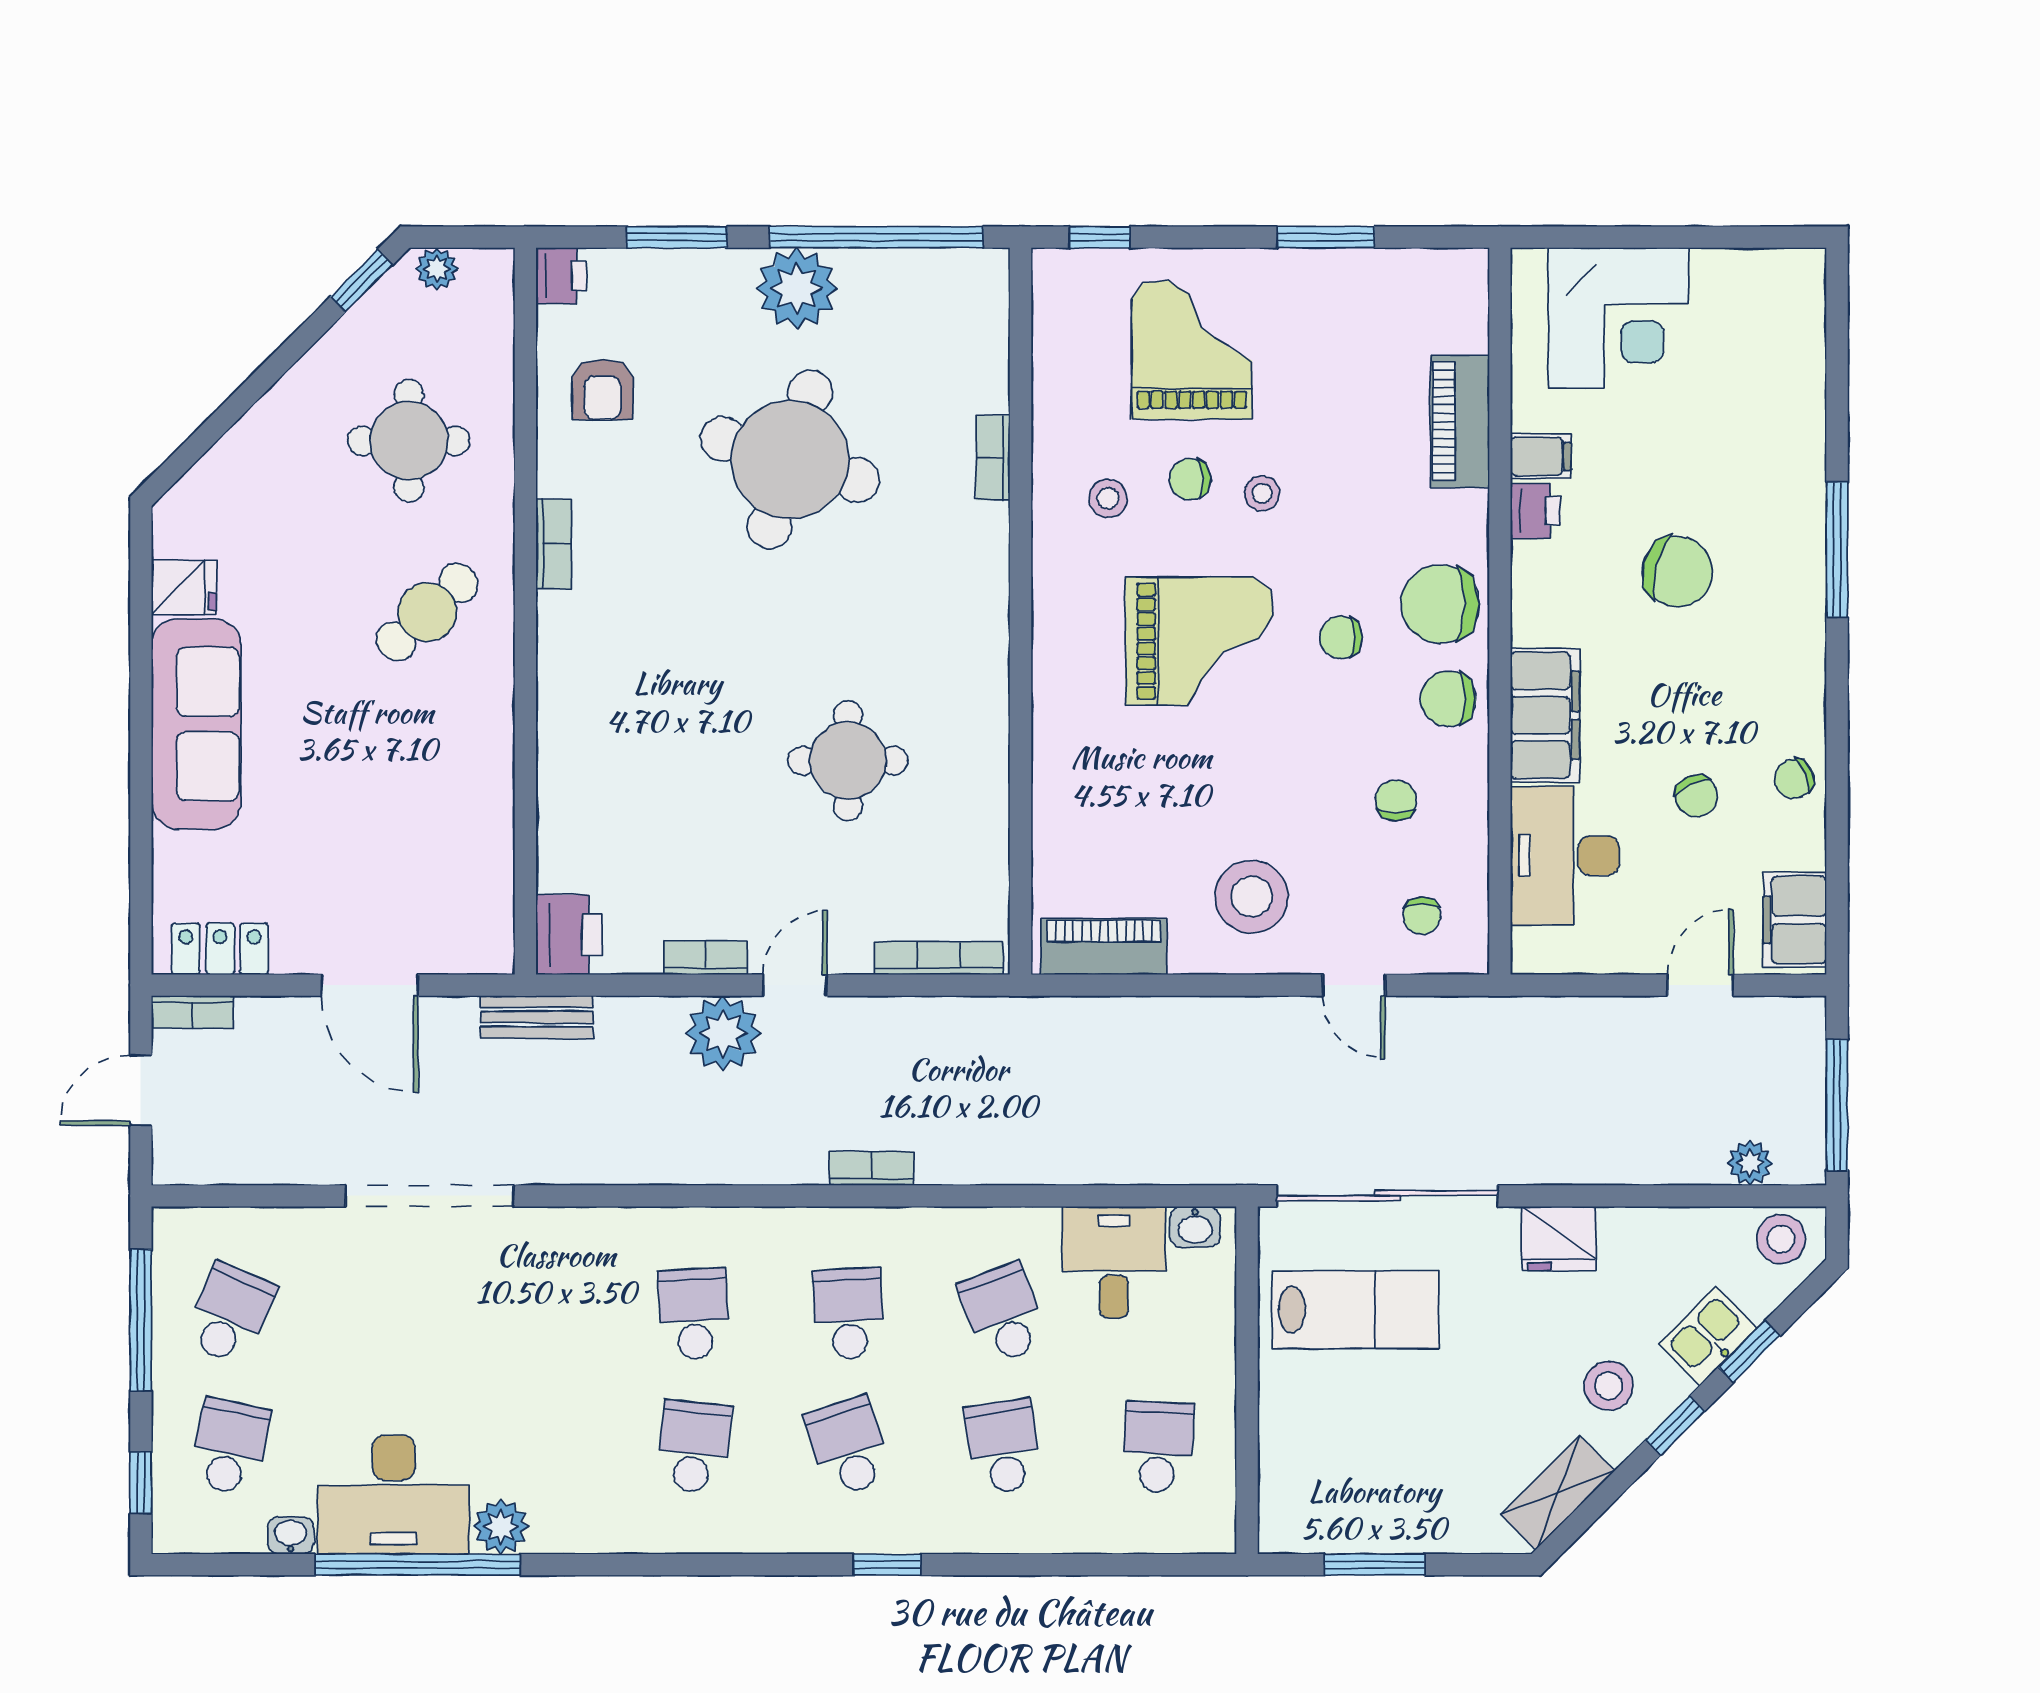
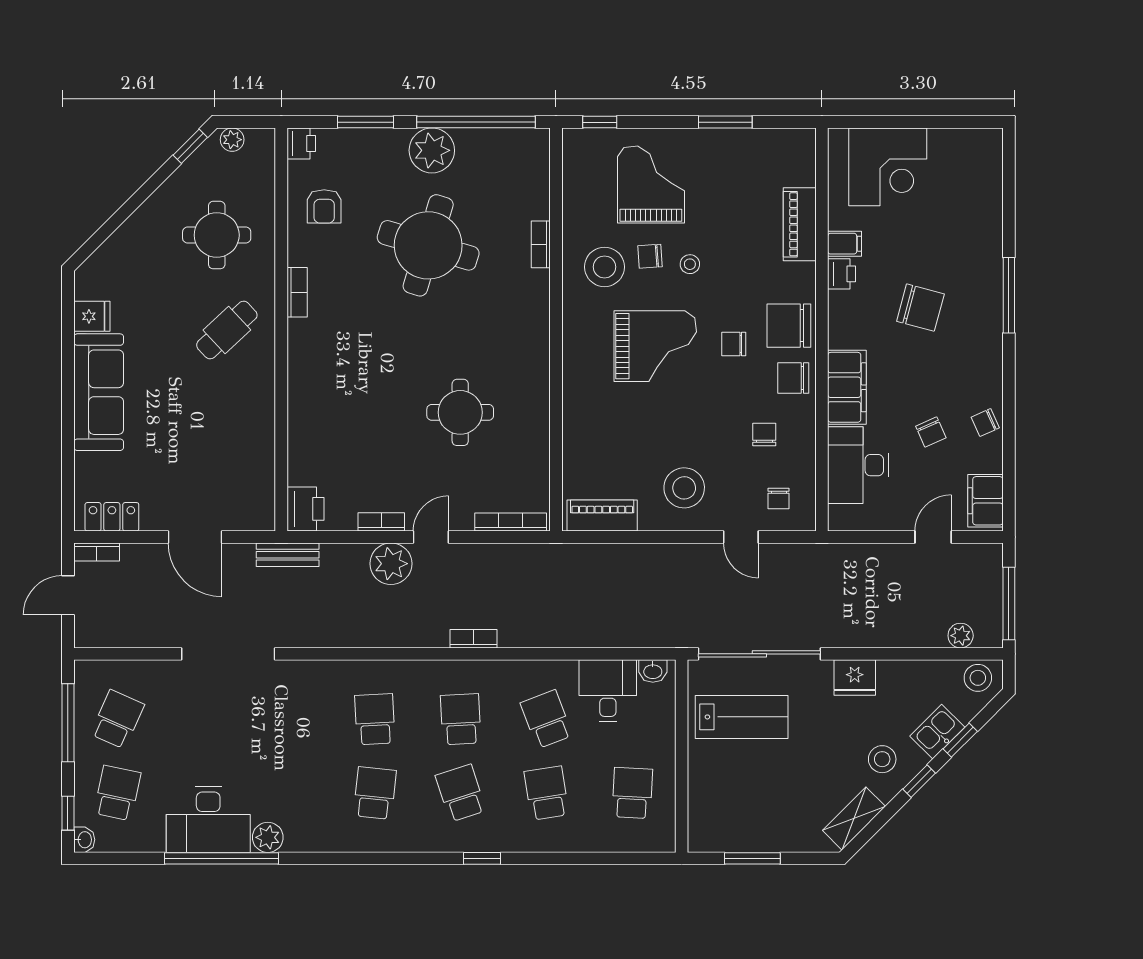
stool: (1108, 498) -> (604, 267), width x1.89, depth x1.89
washbasin: (291, 1535) -> (84, 840), moved, turned 90

